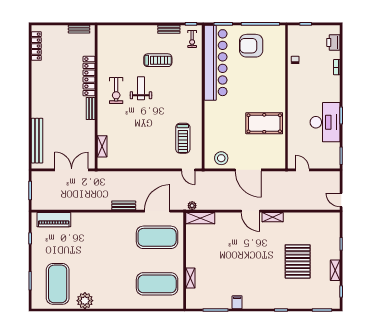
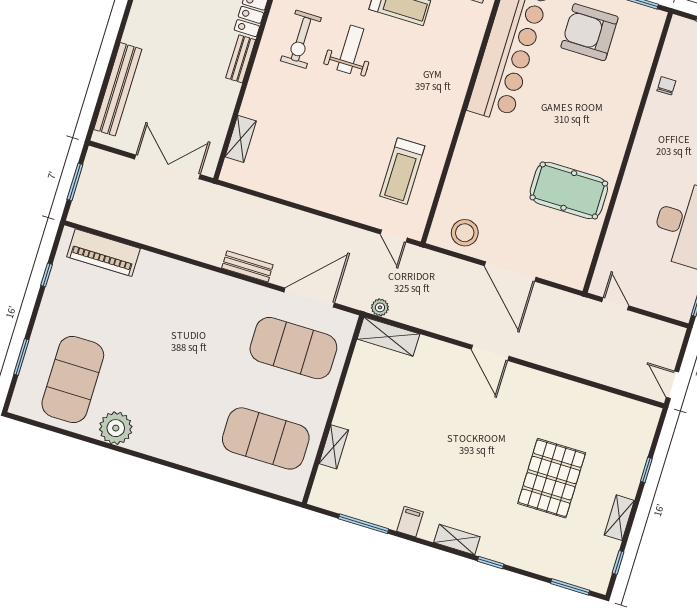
shelving: (273, 217) -> (457, 540), moved

